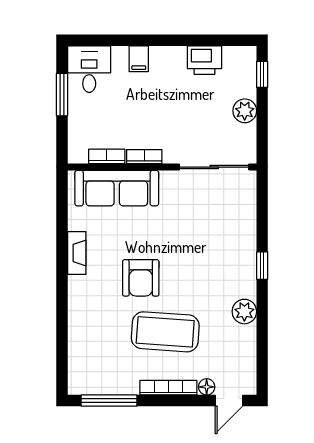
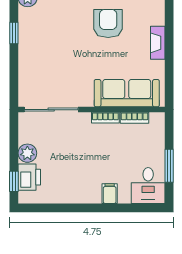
printer: (205, 60) -> (29, 177), moved, turned 90

